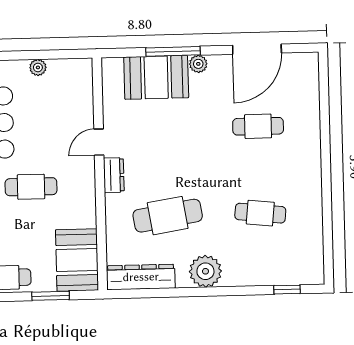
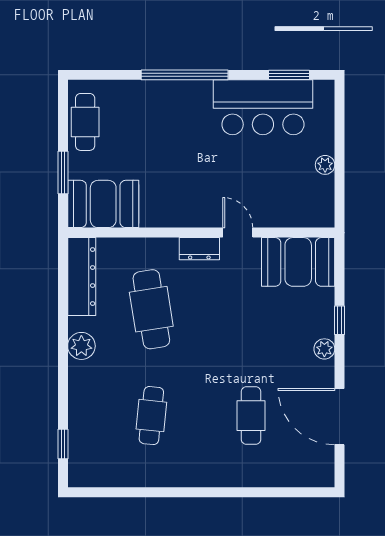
window: (173, 51) -> (339, 320), width x0.46
booth: (156, 77) -> (298, 262), moved, turned 90
cafe table: (31, 187) -> (189, 153), removed
plant: (205, 271) -> (81, 346), width x0.73, depth x0.73

